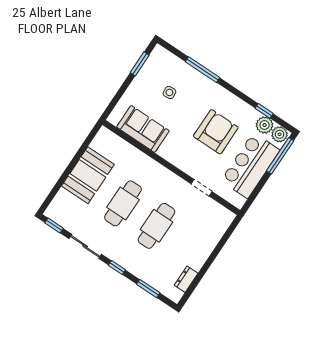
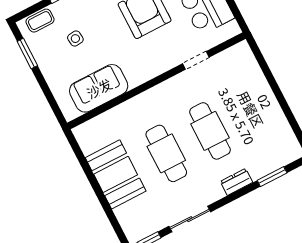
coffee table: (168, 60) -> (40, 21), added
window: (117, 267) -> (231, 198), removed
dresser: (186, 279) -> (236, 182), moved, turned 90

